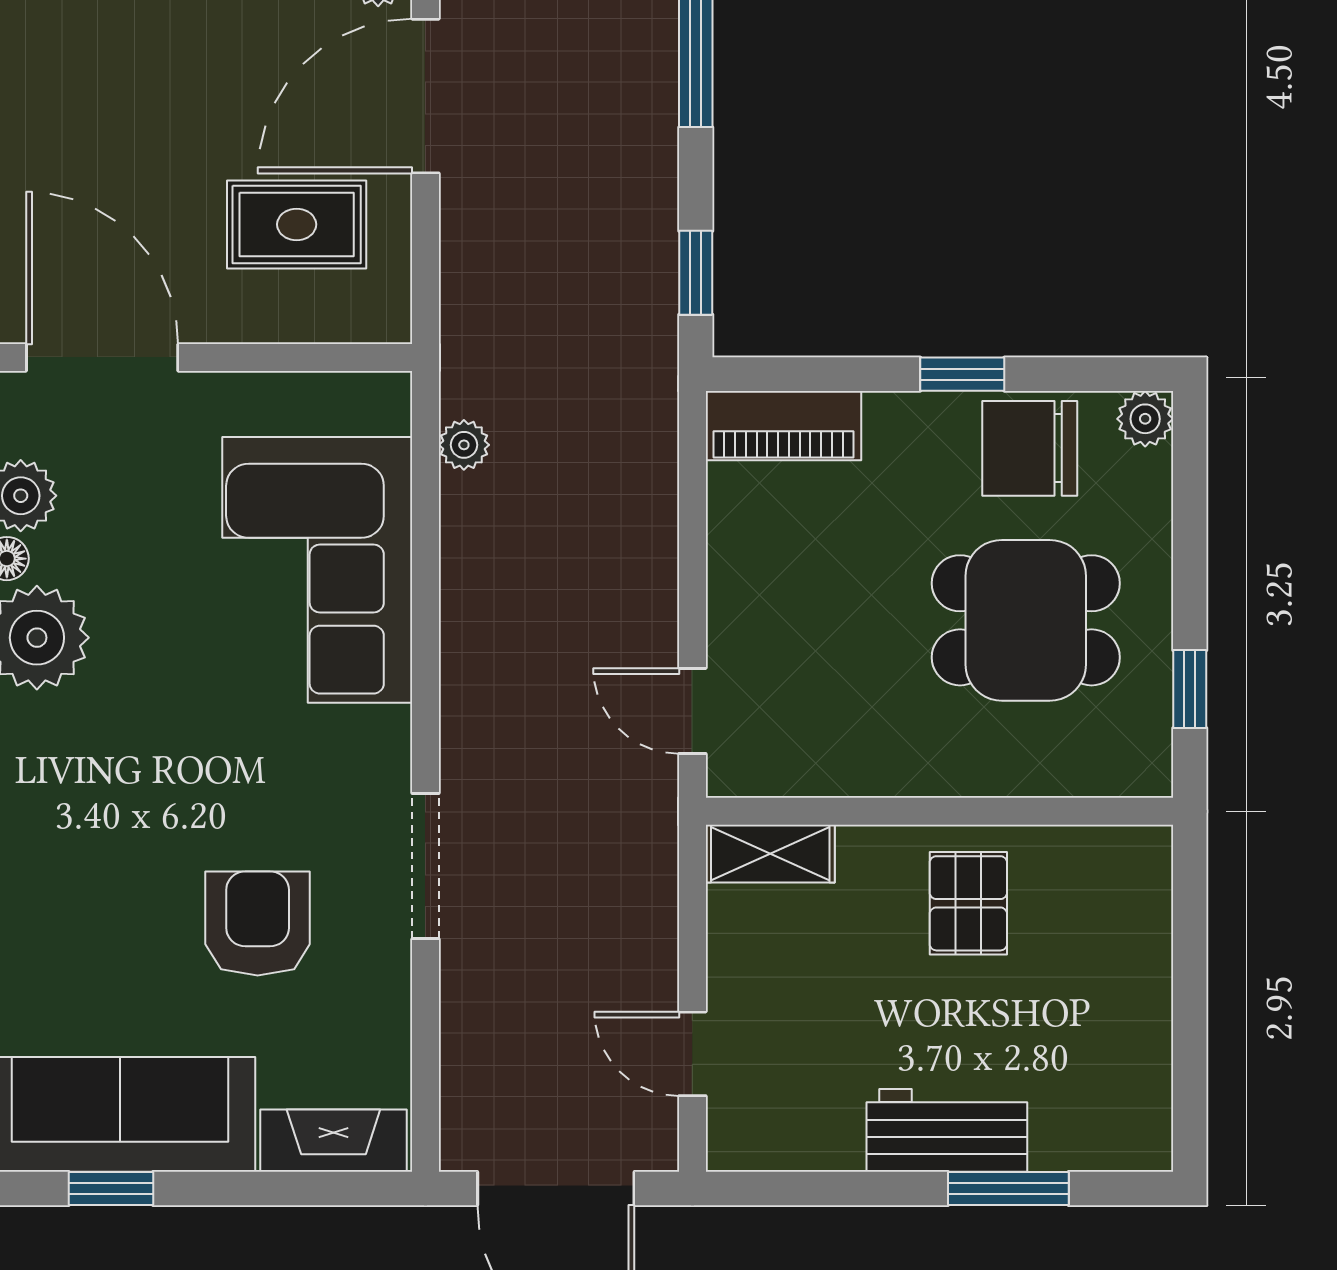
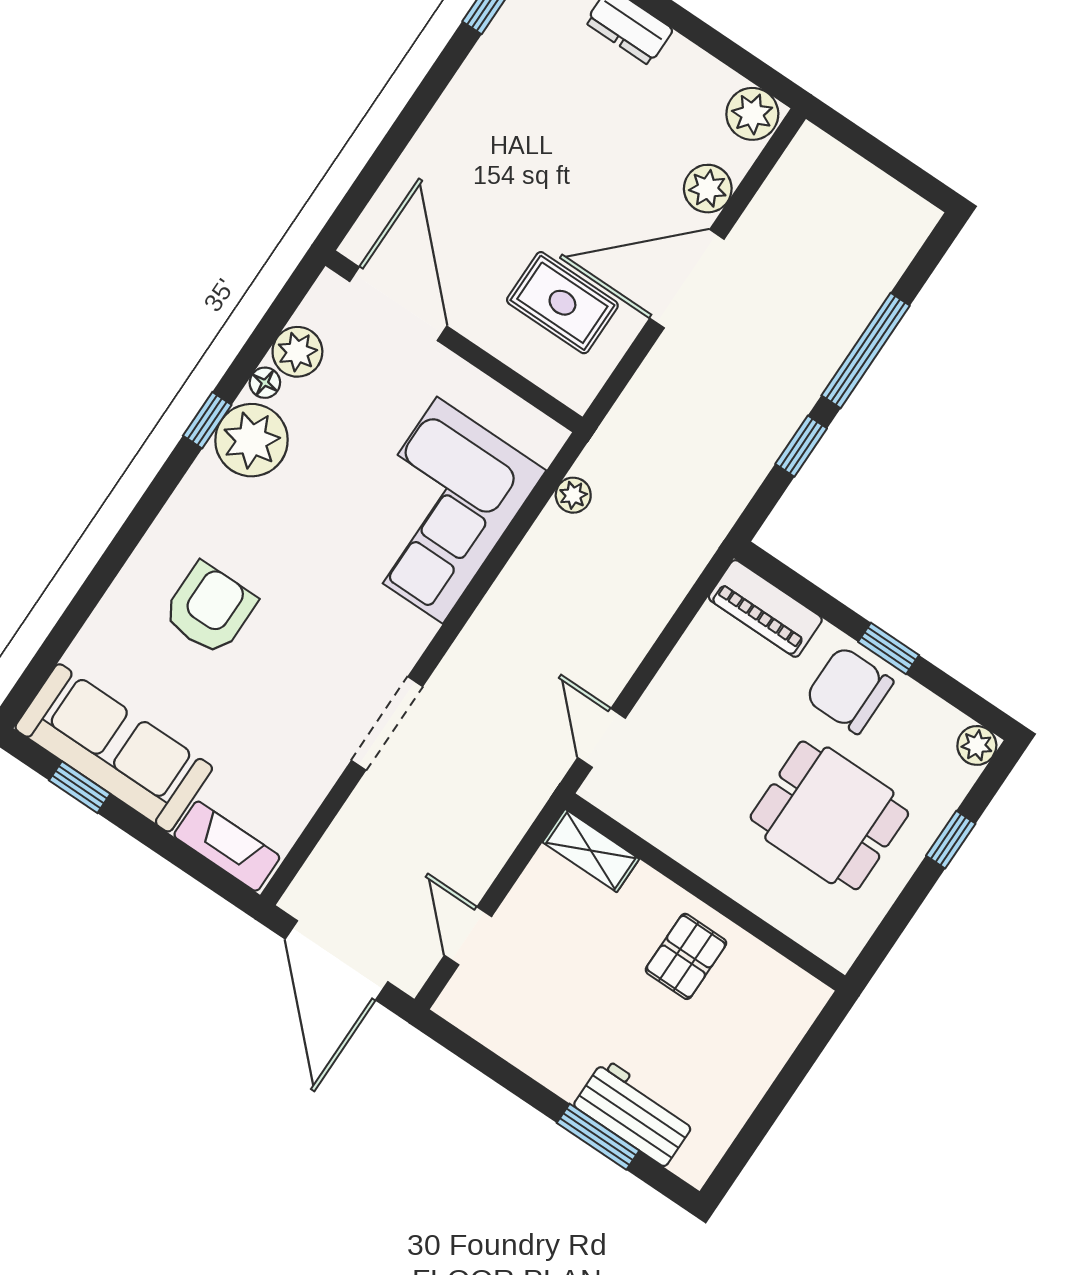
window: (696, 273) -> (801, 446), moved
chair: (1030, 448) -> (849, 690), moved
window: (1190, 689) -> (951, 840), moved
armchair: (258, 923) -> (210, 609), moved
workbench: (947, 1130) -> (635, 1113), moved

